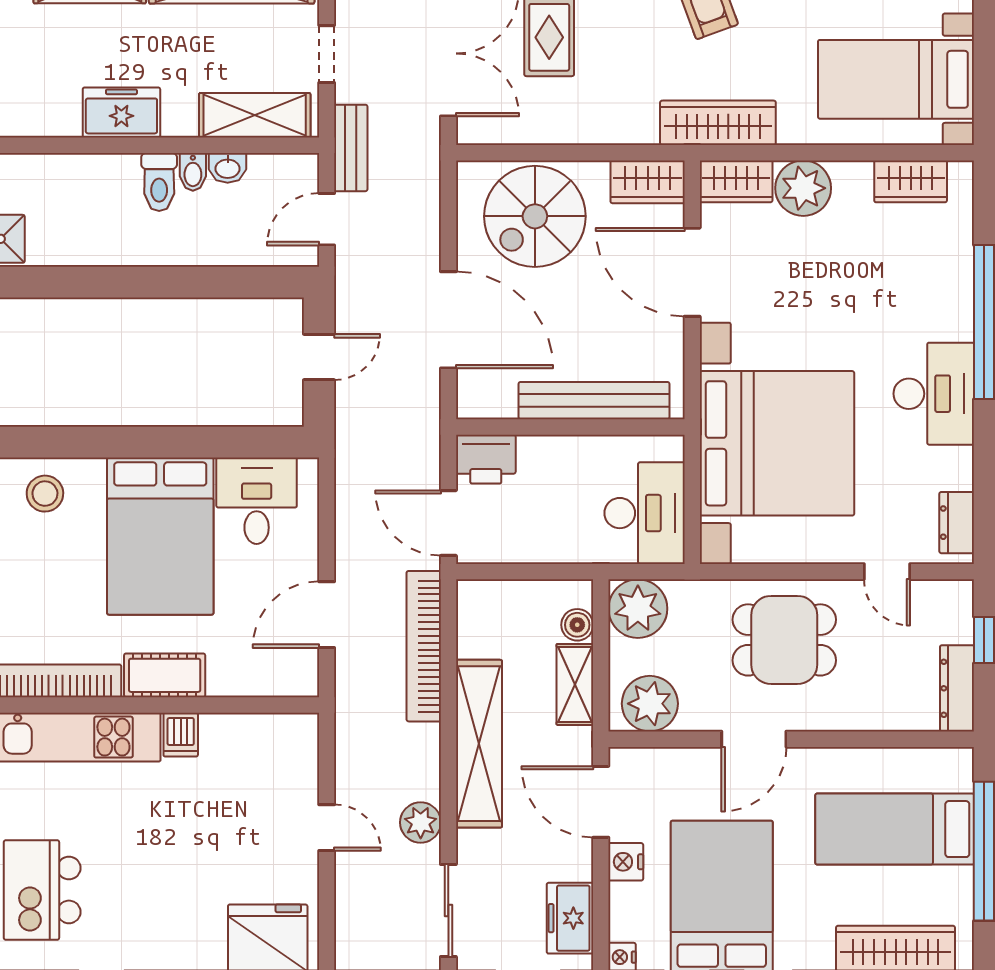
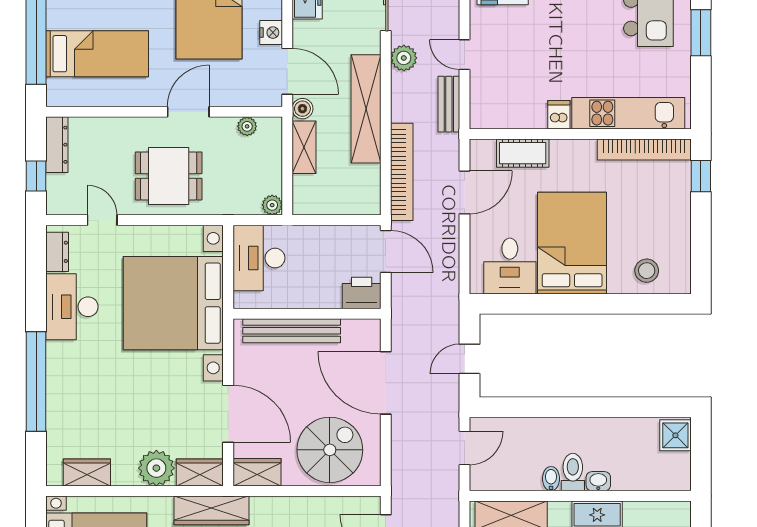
bench: (351, 148) -> (449, 104), moved
washbasin: (228, 168) -> (598, 481), moved
desk: (934, 394) -> (72, 307), moved
plant: (638, 609) -> (272, 205), width x0.53, depth x0.53
boiler: (577, 625) -> (302, 109), moved
cot: (165, 675) -> (523, 153), moved
plant: (650, 704) -> (247, 126), width x0.53, depth x0.53

